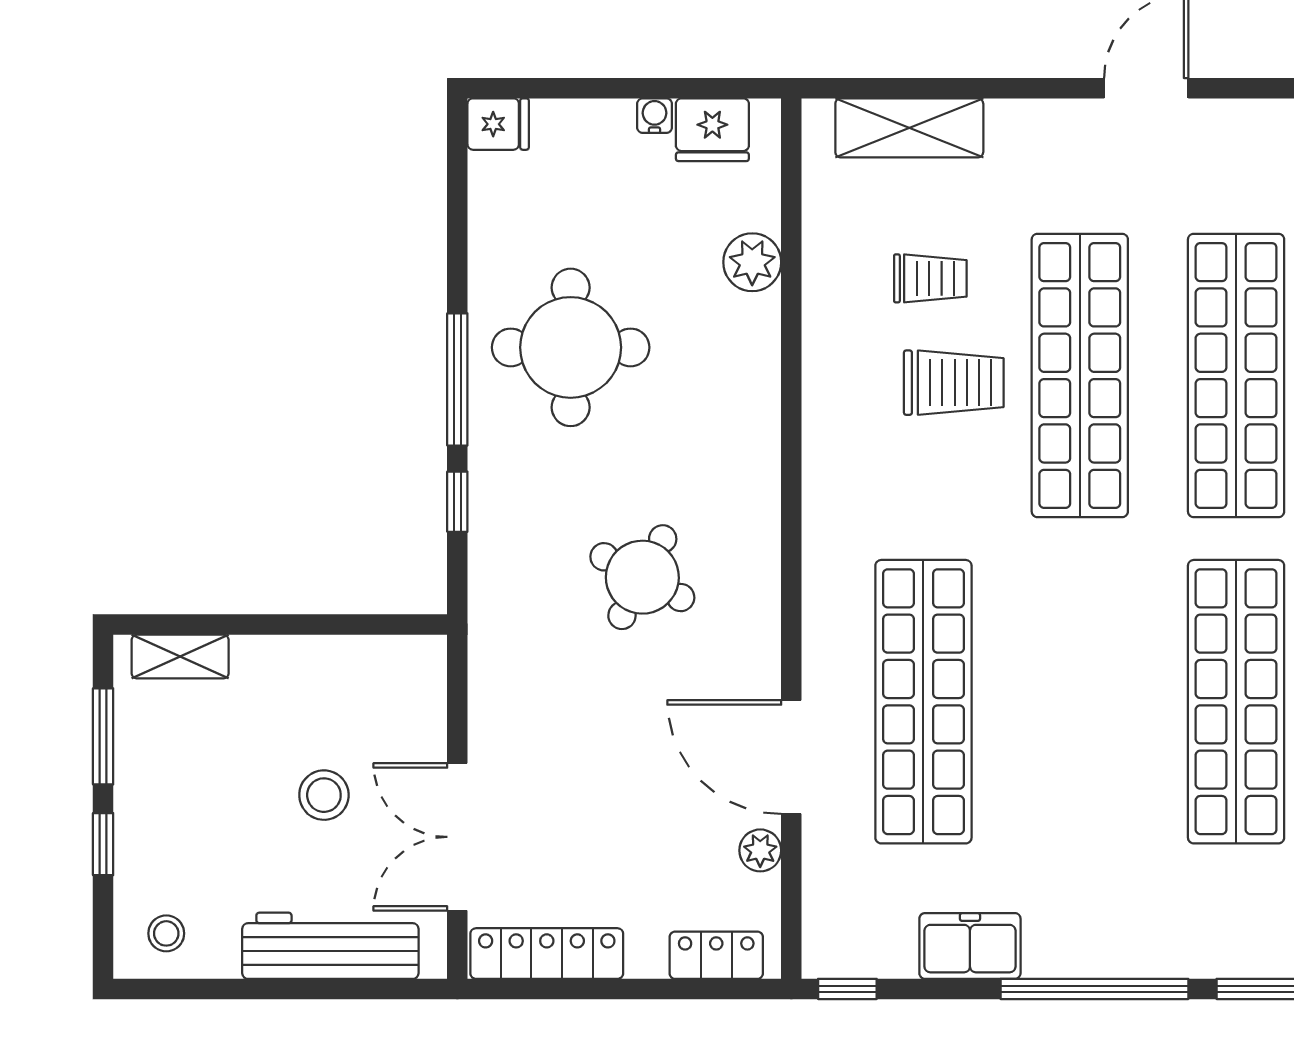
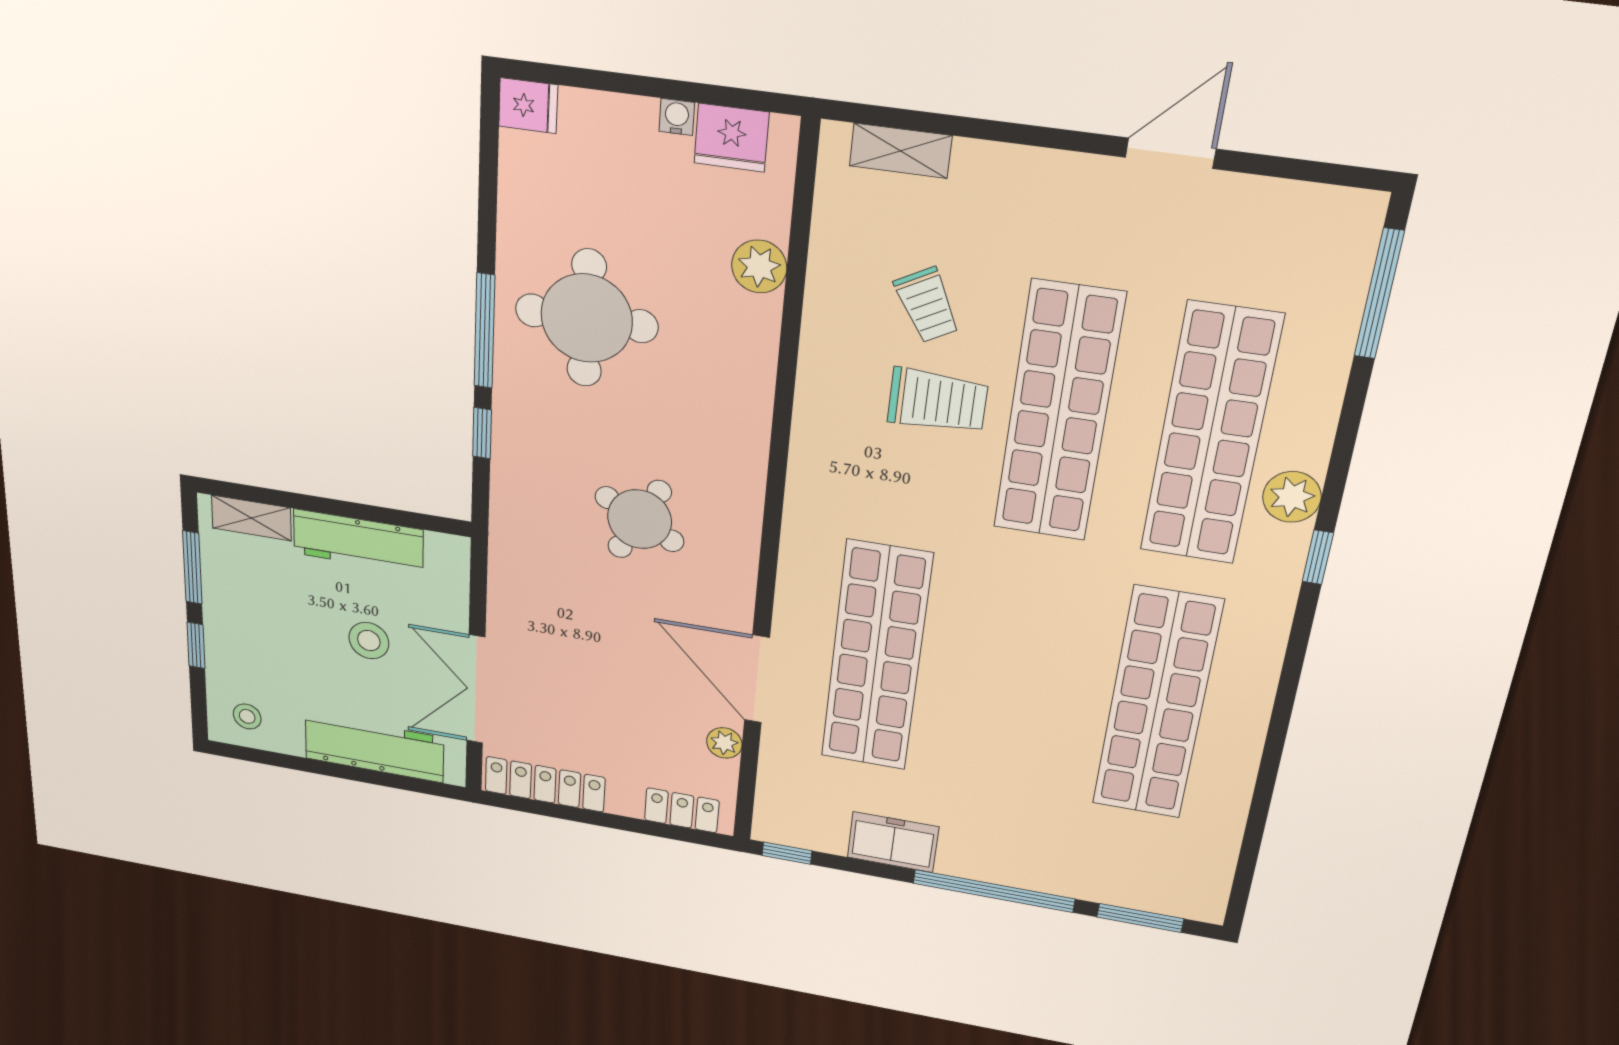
shelving: (909, 128) -> (901, 151), width x0.67, depth x0.75
trolley: (930, 278) -> (927, 305), turned 61
workbench: (311, 664) -> (358, 541), added

